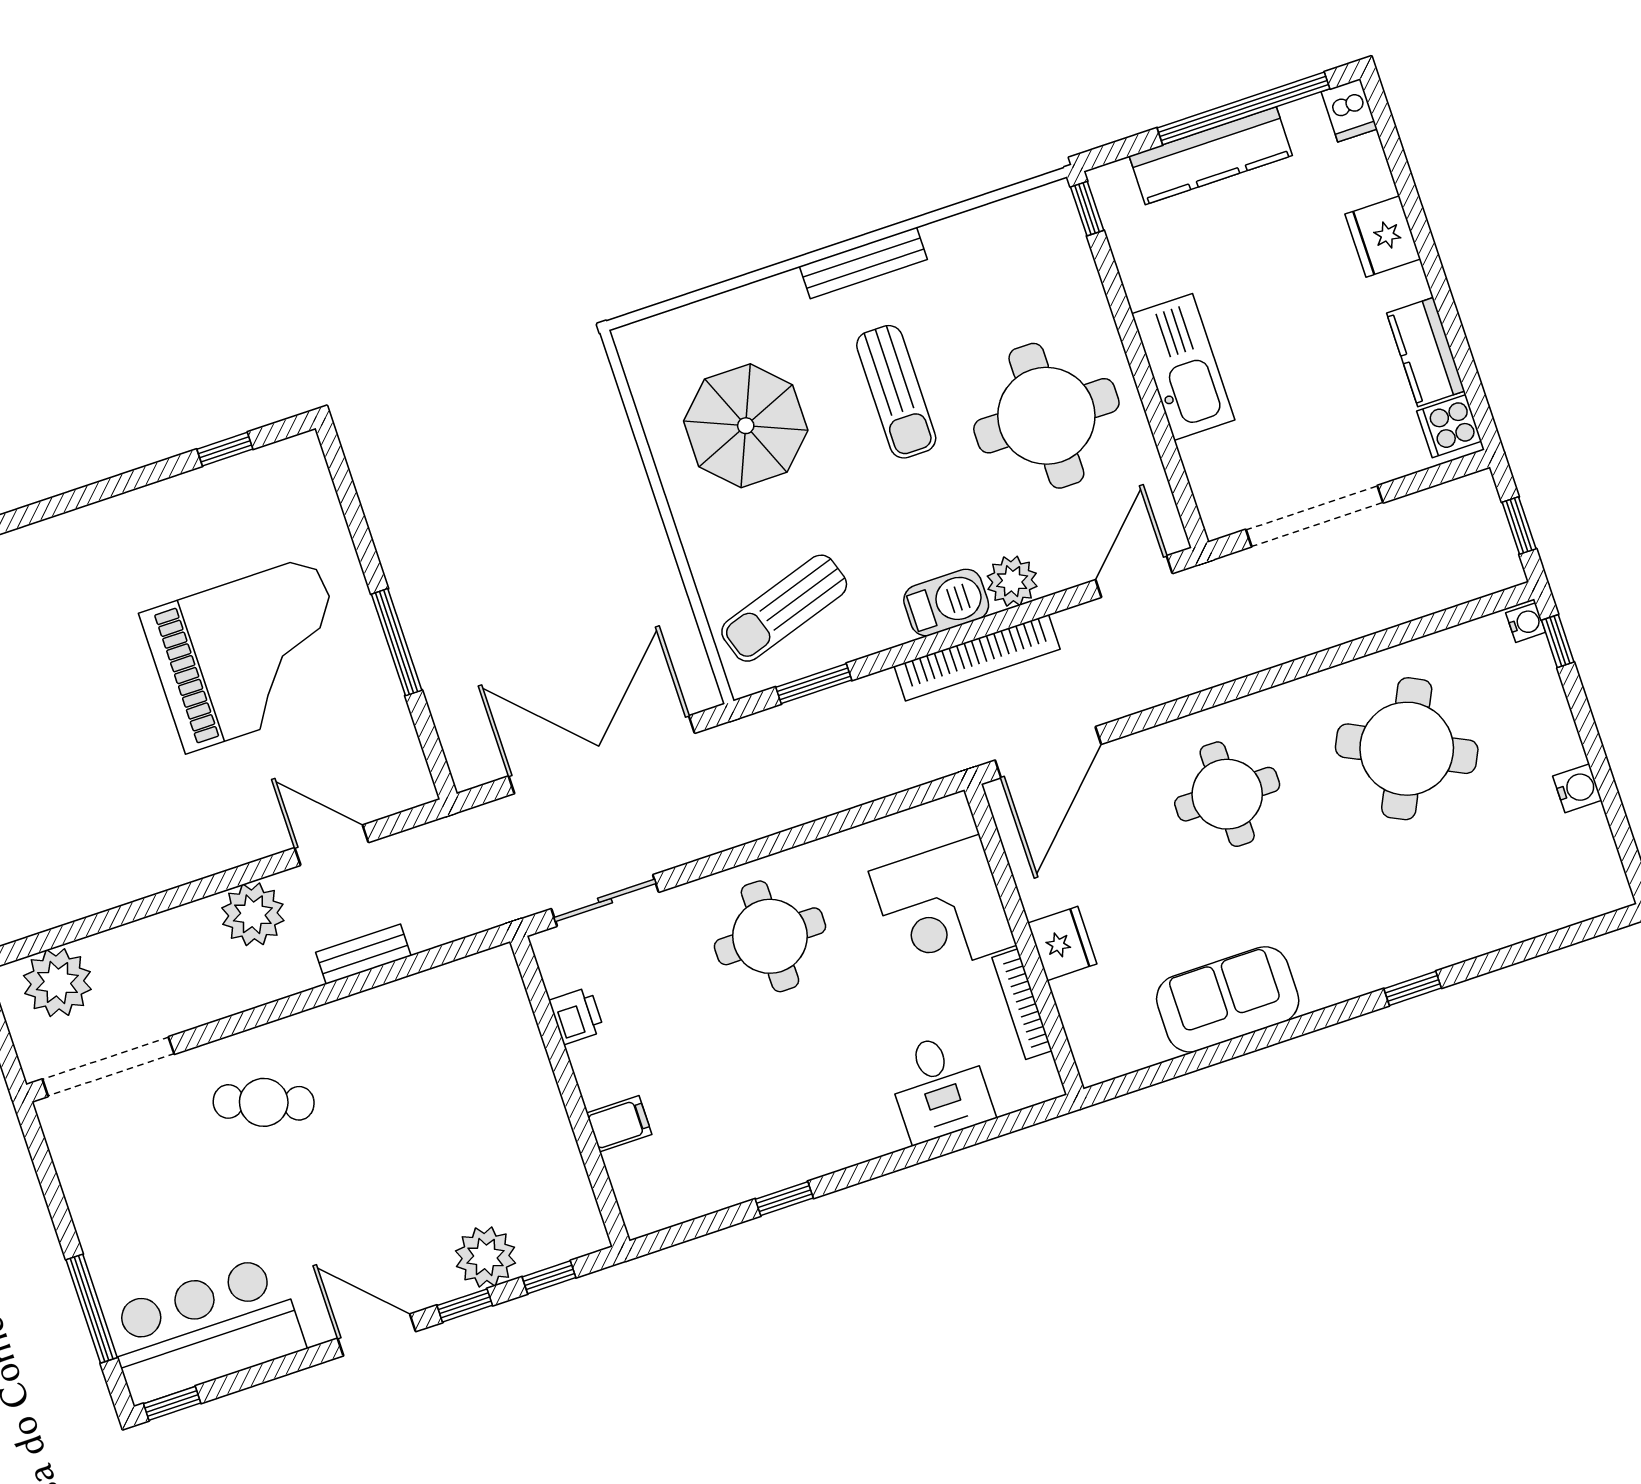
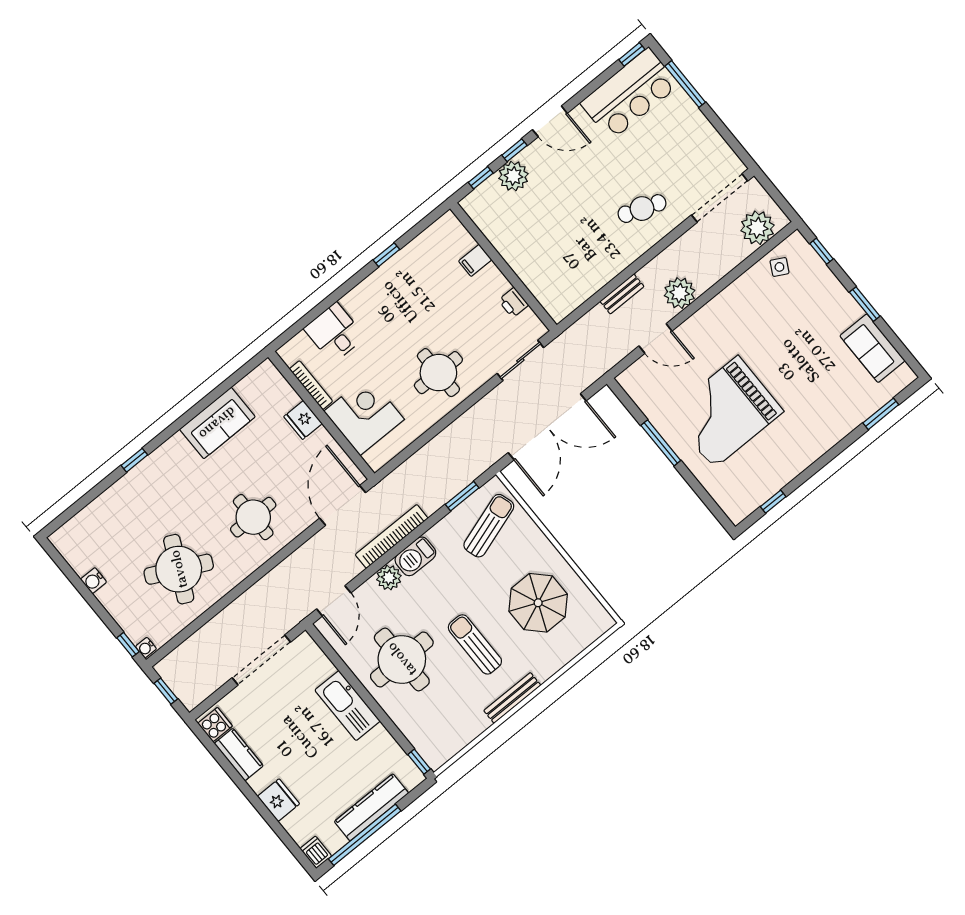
side table: (44, 892) -> (779, 267), added

